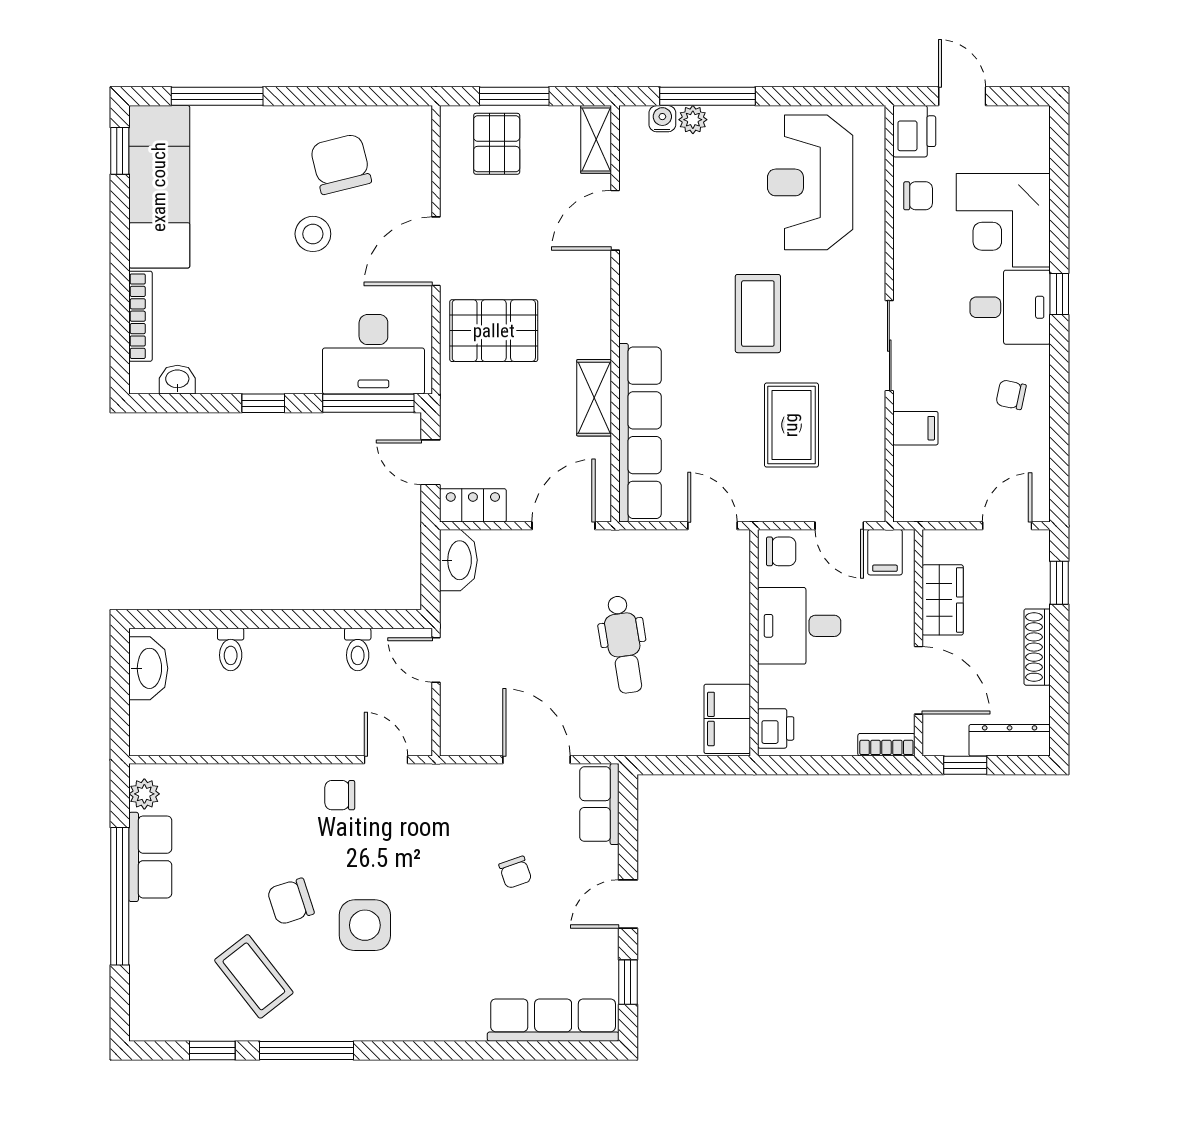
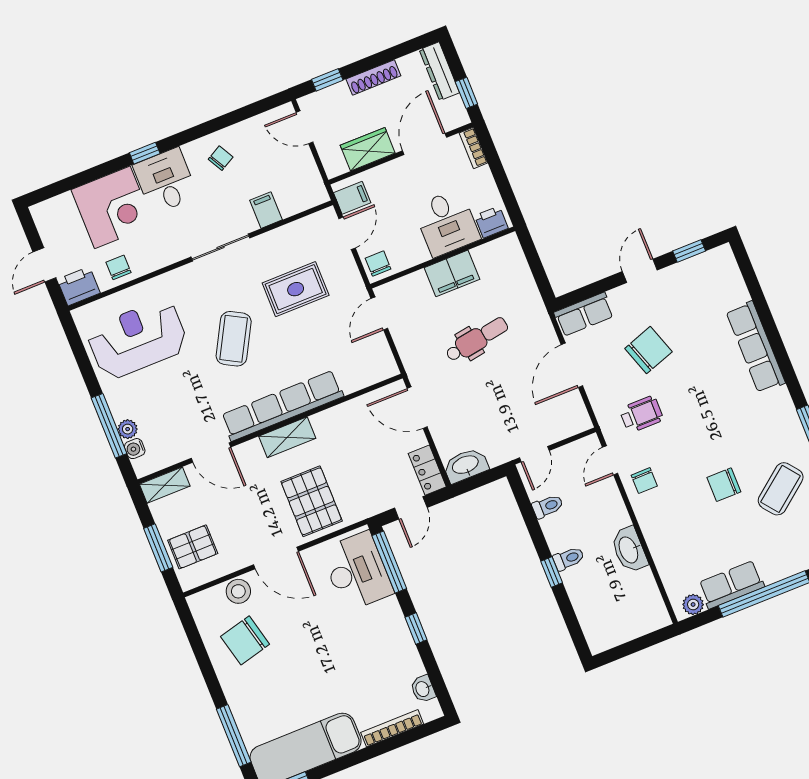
reception desk: (810, 182) -> (137, 339), turned 180
stool: (313, 234) -> (238, 591), moved
coffee table: (758, 314) -> (234, 339), turned -61
chair: (1011, 395) -> (221, 158), turned -131
shelving: (594, 398) -> (287, 437), moved
row of seats: (640, 433) -> (282, 406), moved
window: (266, 619) -> (552, 572), added
desk: (799, 626) -> (447, 223), moved
toilet: (231, 649) -> (569, 559), moved
washbasin: (148, 668) -> (629, 550), moved, turned -90
filing cabinet: (727, 719) -> (452, 273), moved
wheelchair: (432, 828) -> (641, 414), added
chair: (515, 872) -> (648, 350), width x1.87, depth x1.87
chair: (291, 901) -> (724, 485), turned 108
door: (628, 904) -> (640, 271), swing flipped
side table: (365, 925) -> (720, 432), removed
row of seats: (553, 1020) -> (756, 347), moved

